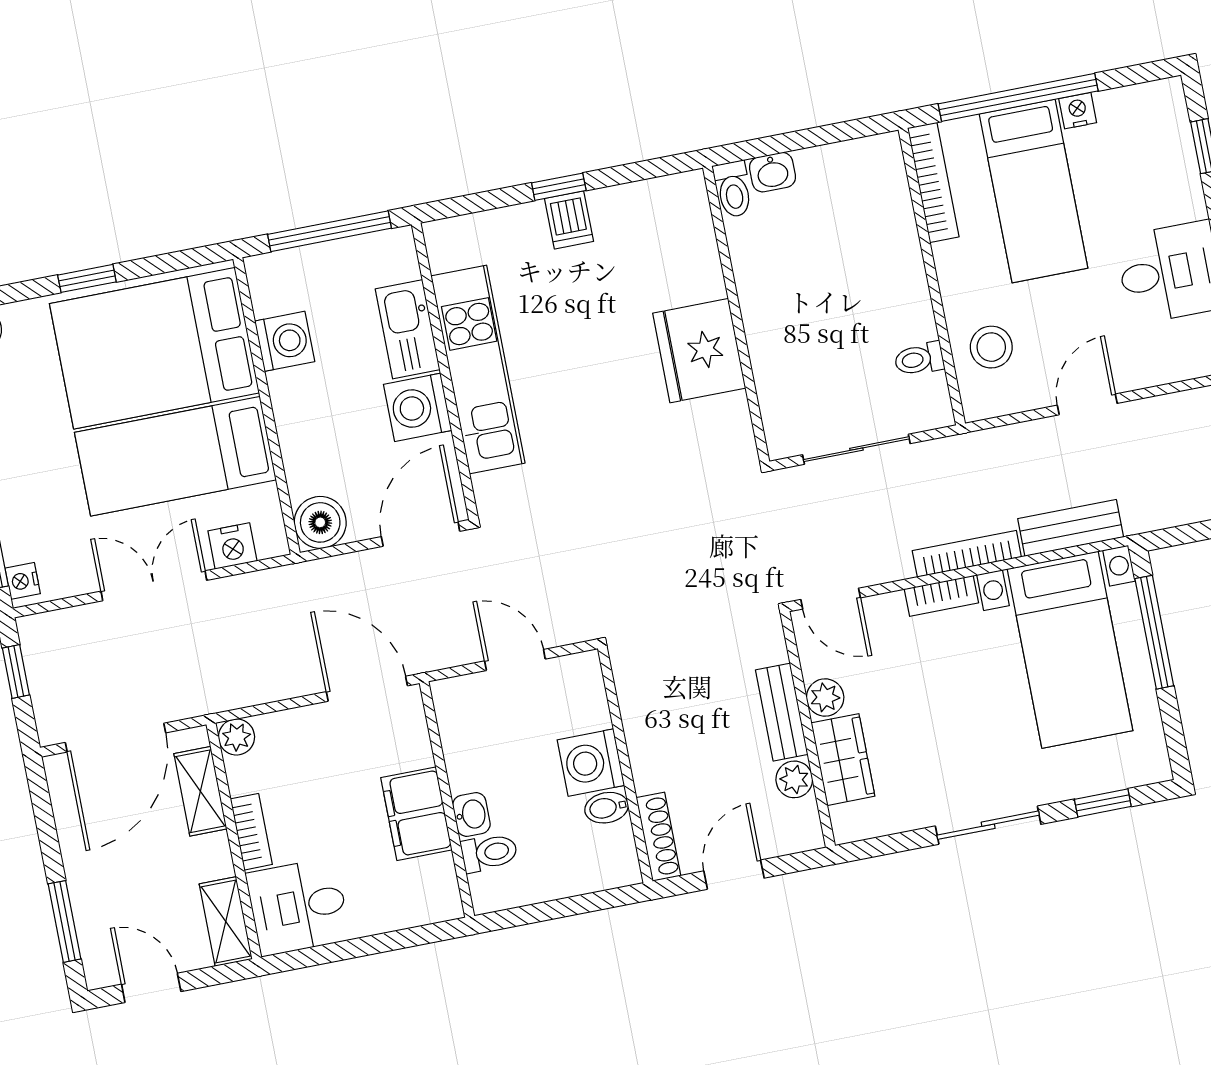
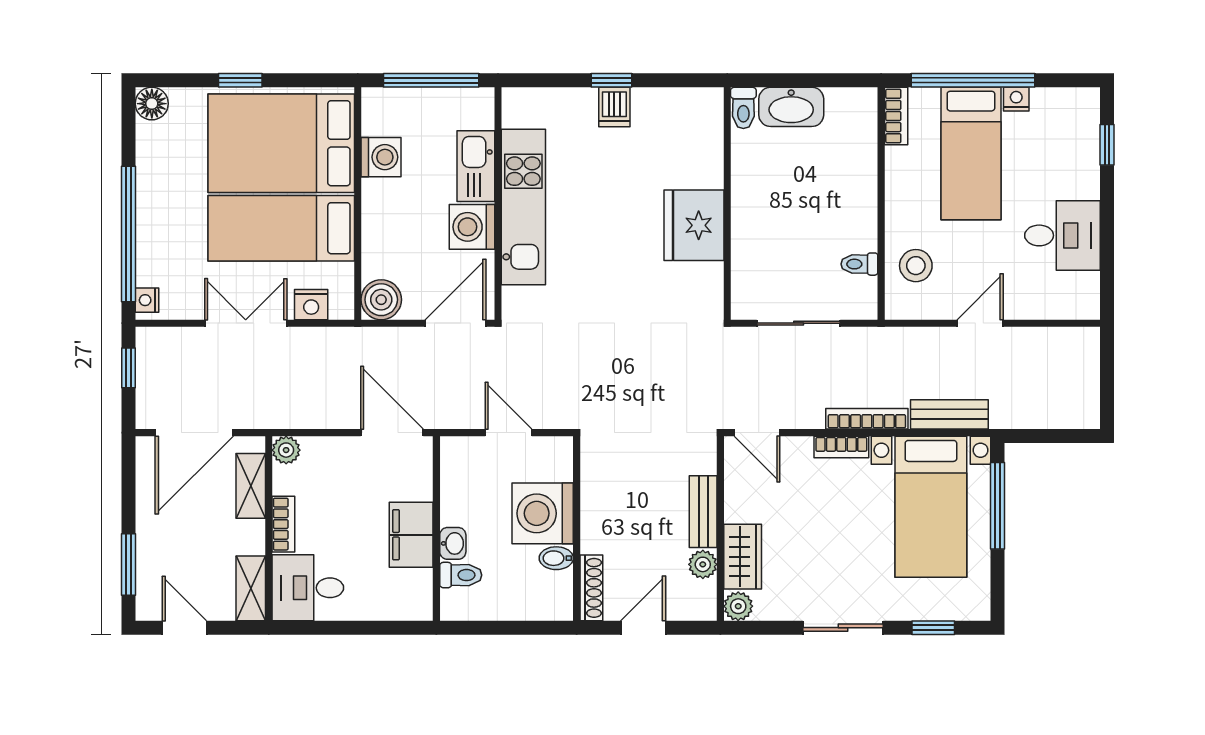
washbasin: (772, 172) -> (791, 107), width x1.91, depth x1.45
bookcase: (933, 182) -> (896, 116), width x0.64
plant: (825, 698) -> (738, 606), moved
washing machine: (591, 763) -> (543, 513), width x1.37, depth x1.37

